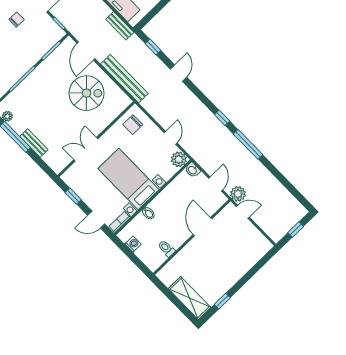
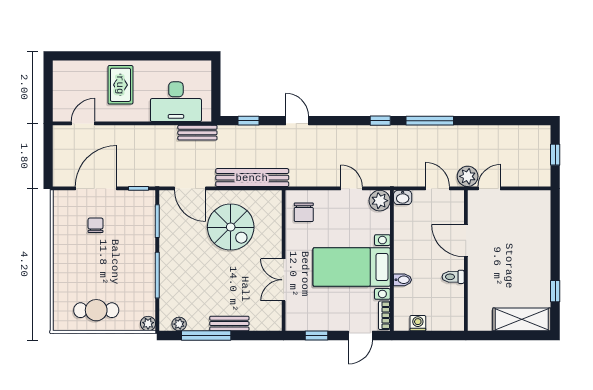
spiral stairs: (87, 93) -> (231, 227), turned 90
toilet: (166, 248) -> (453, 277), moved

